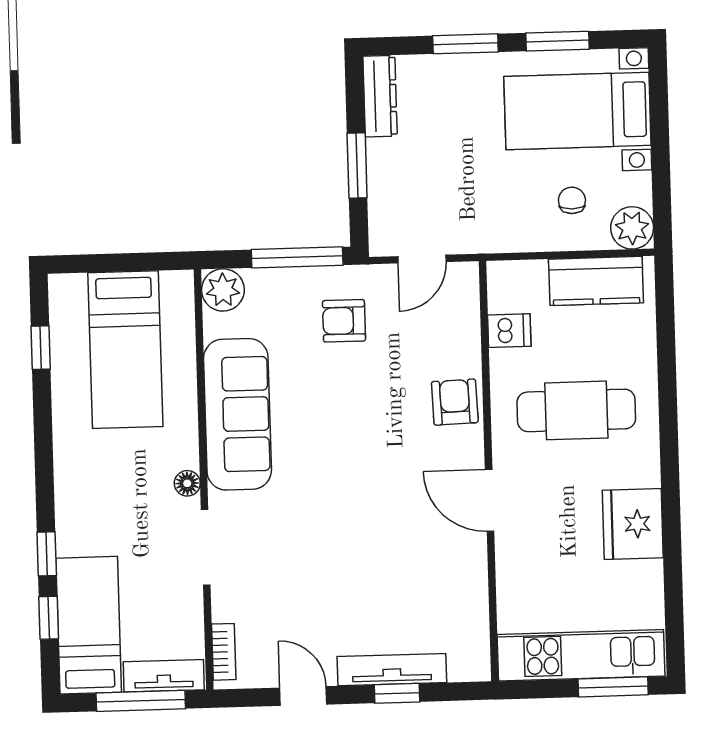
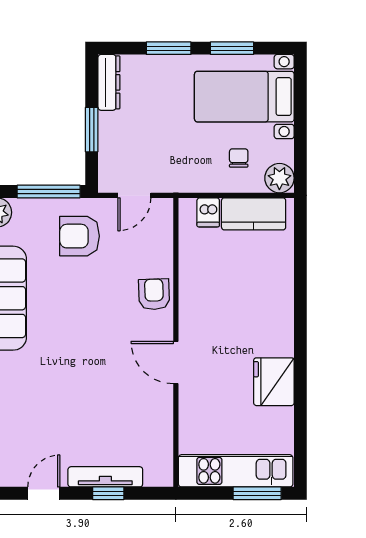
armchair: (344, 321) -> (80, 236), width x1.38, depth x1.38
dishwasher: (509, 331) -> (208, 212), moved, turned 90
cafe table: (576, 410) -> (237, 302), removed
door: (303, 696) -> (44, 493), hinge flipped

